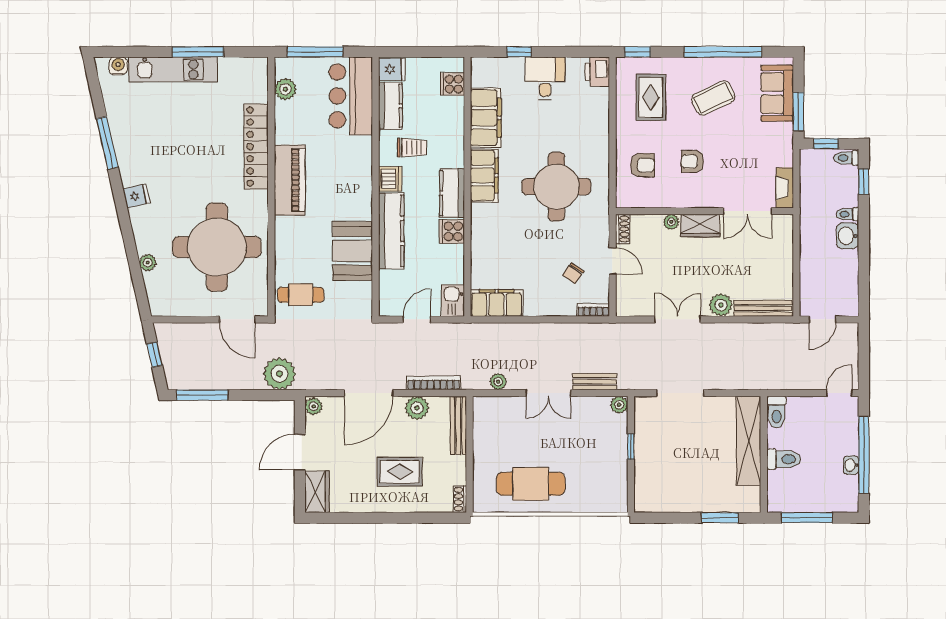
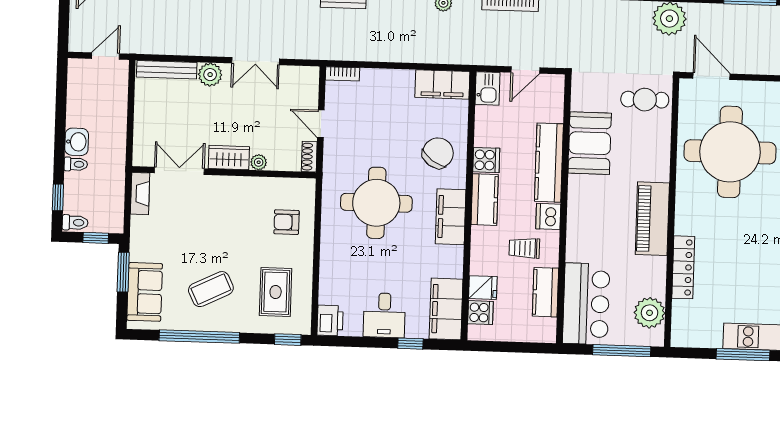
fridge: (392, 69) -> (483, 288), moved, turned 180
plant: (285, 89) -> (650, 313), width x1.36, depth x1.36
filing cabinet: (486, 118) -> (446, 309), moved
locker: (256, 147) -> (683, 267), width x0.71, depth x0.83
armchair: (692, 161) -> (235, 224), removed
chair: (573, 273) -> (438, 153), moved, width x1.87, depth x1.87

